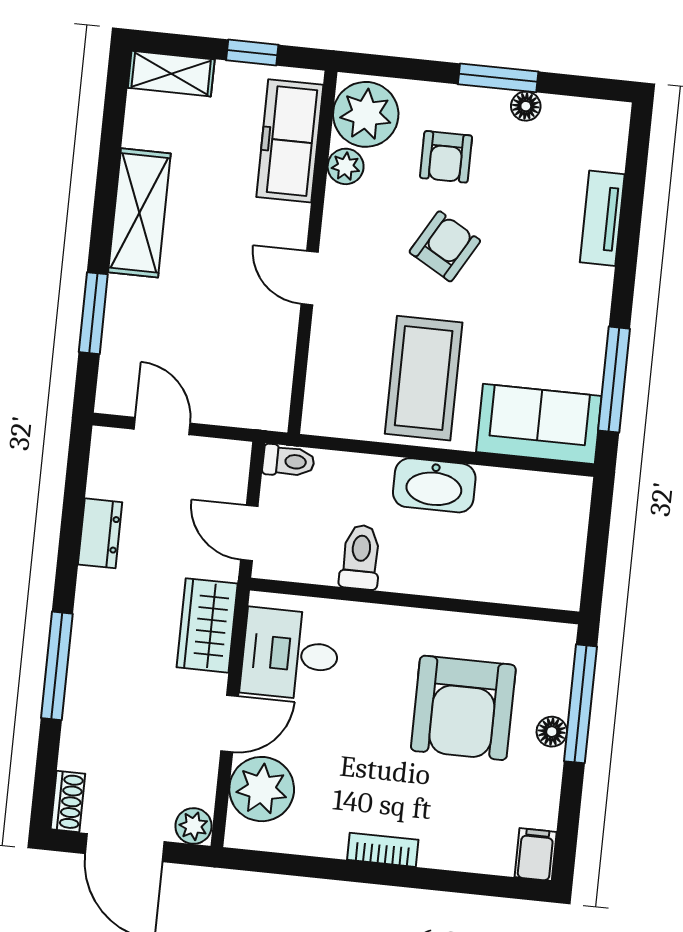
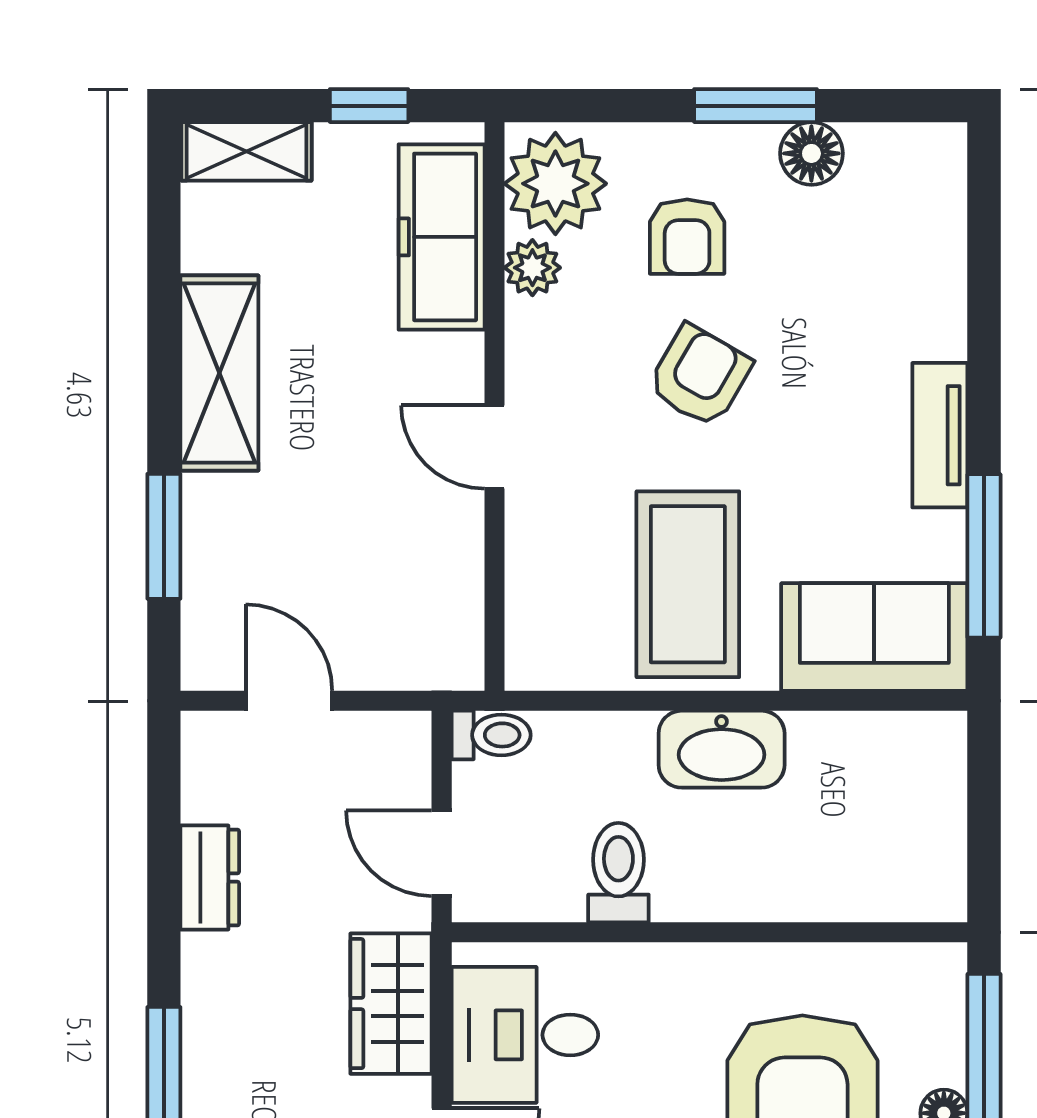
floor lamp: (526, 106) -> (811, 153), width x1.37, depth x1.37
tv unit: (602, 218) -> (940, 435), moved

